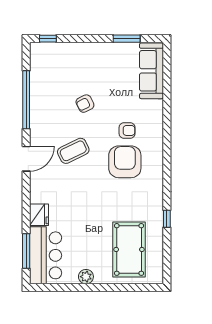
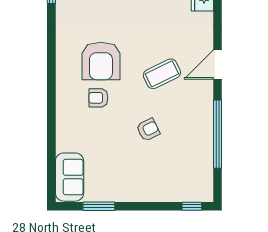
sofa: (151, 71) -> (70, 177), width x0.73

